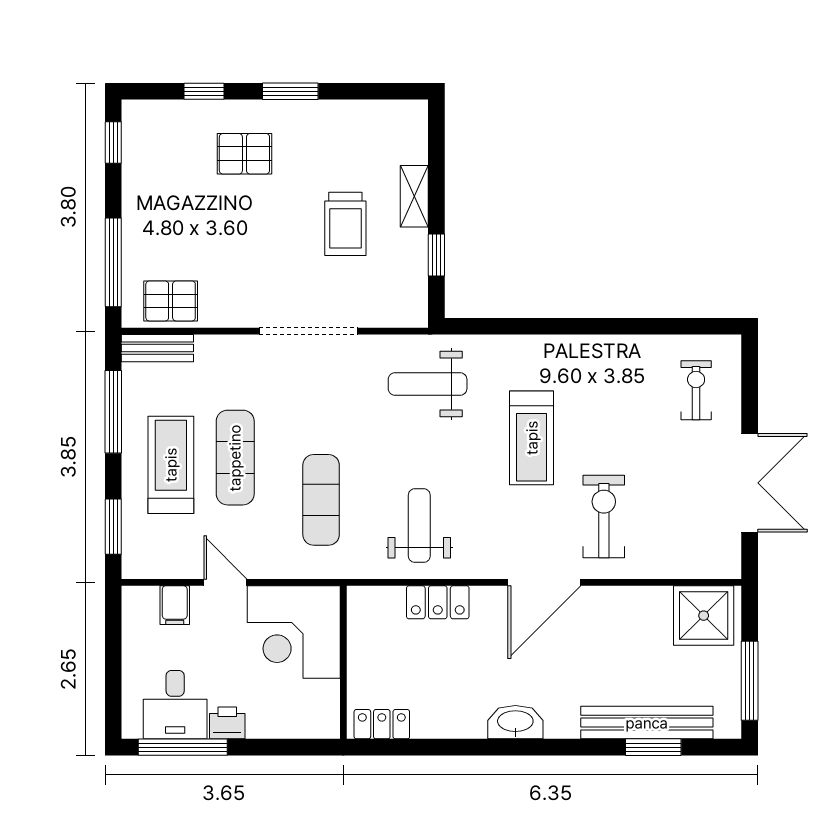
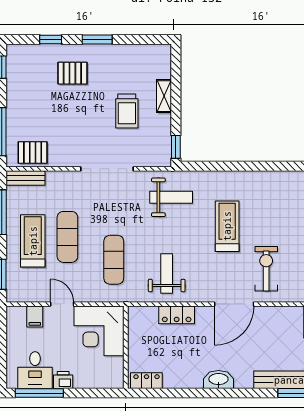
window: (436, 255) -> (176, 147), moved
weight bench: (428, 384) -> (171, 197), turned 180
treadmill: (532, 438) -> (227, 226), turned 180

